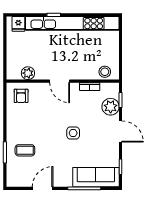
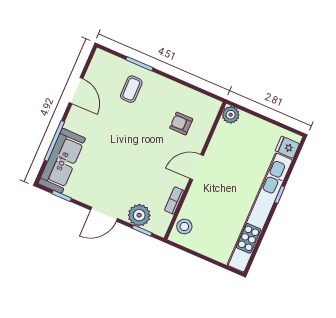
plant: (28, 73) -> (231, 115), moved
armchair: (21, 96) -> (181, 124), moved
side table: (73, 133) -> (127, 156), removed

